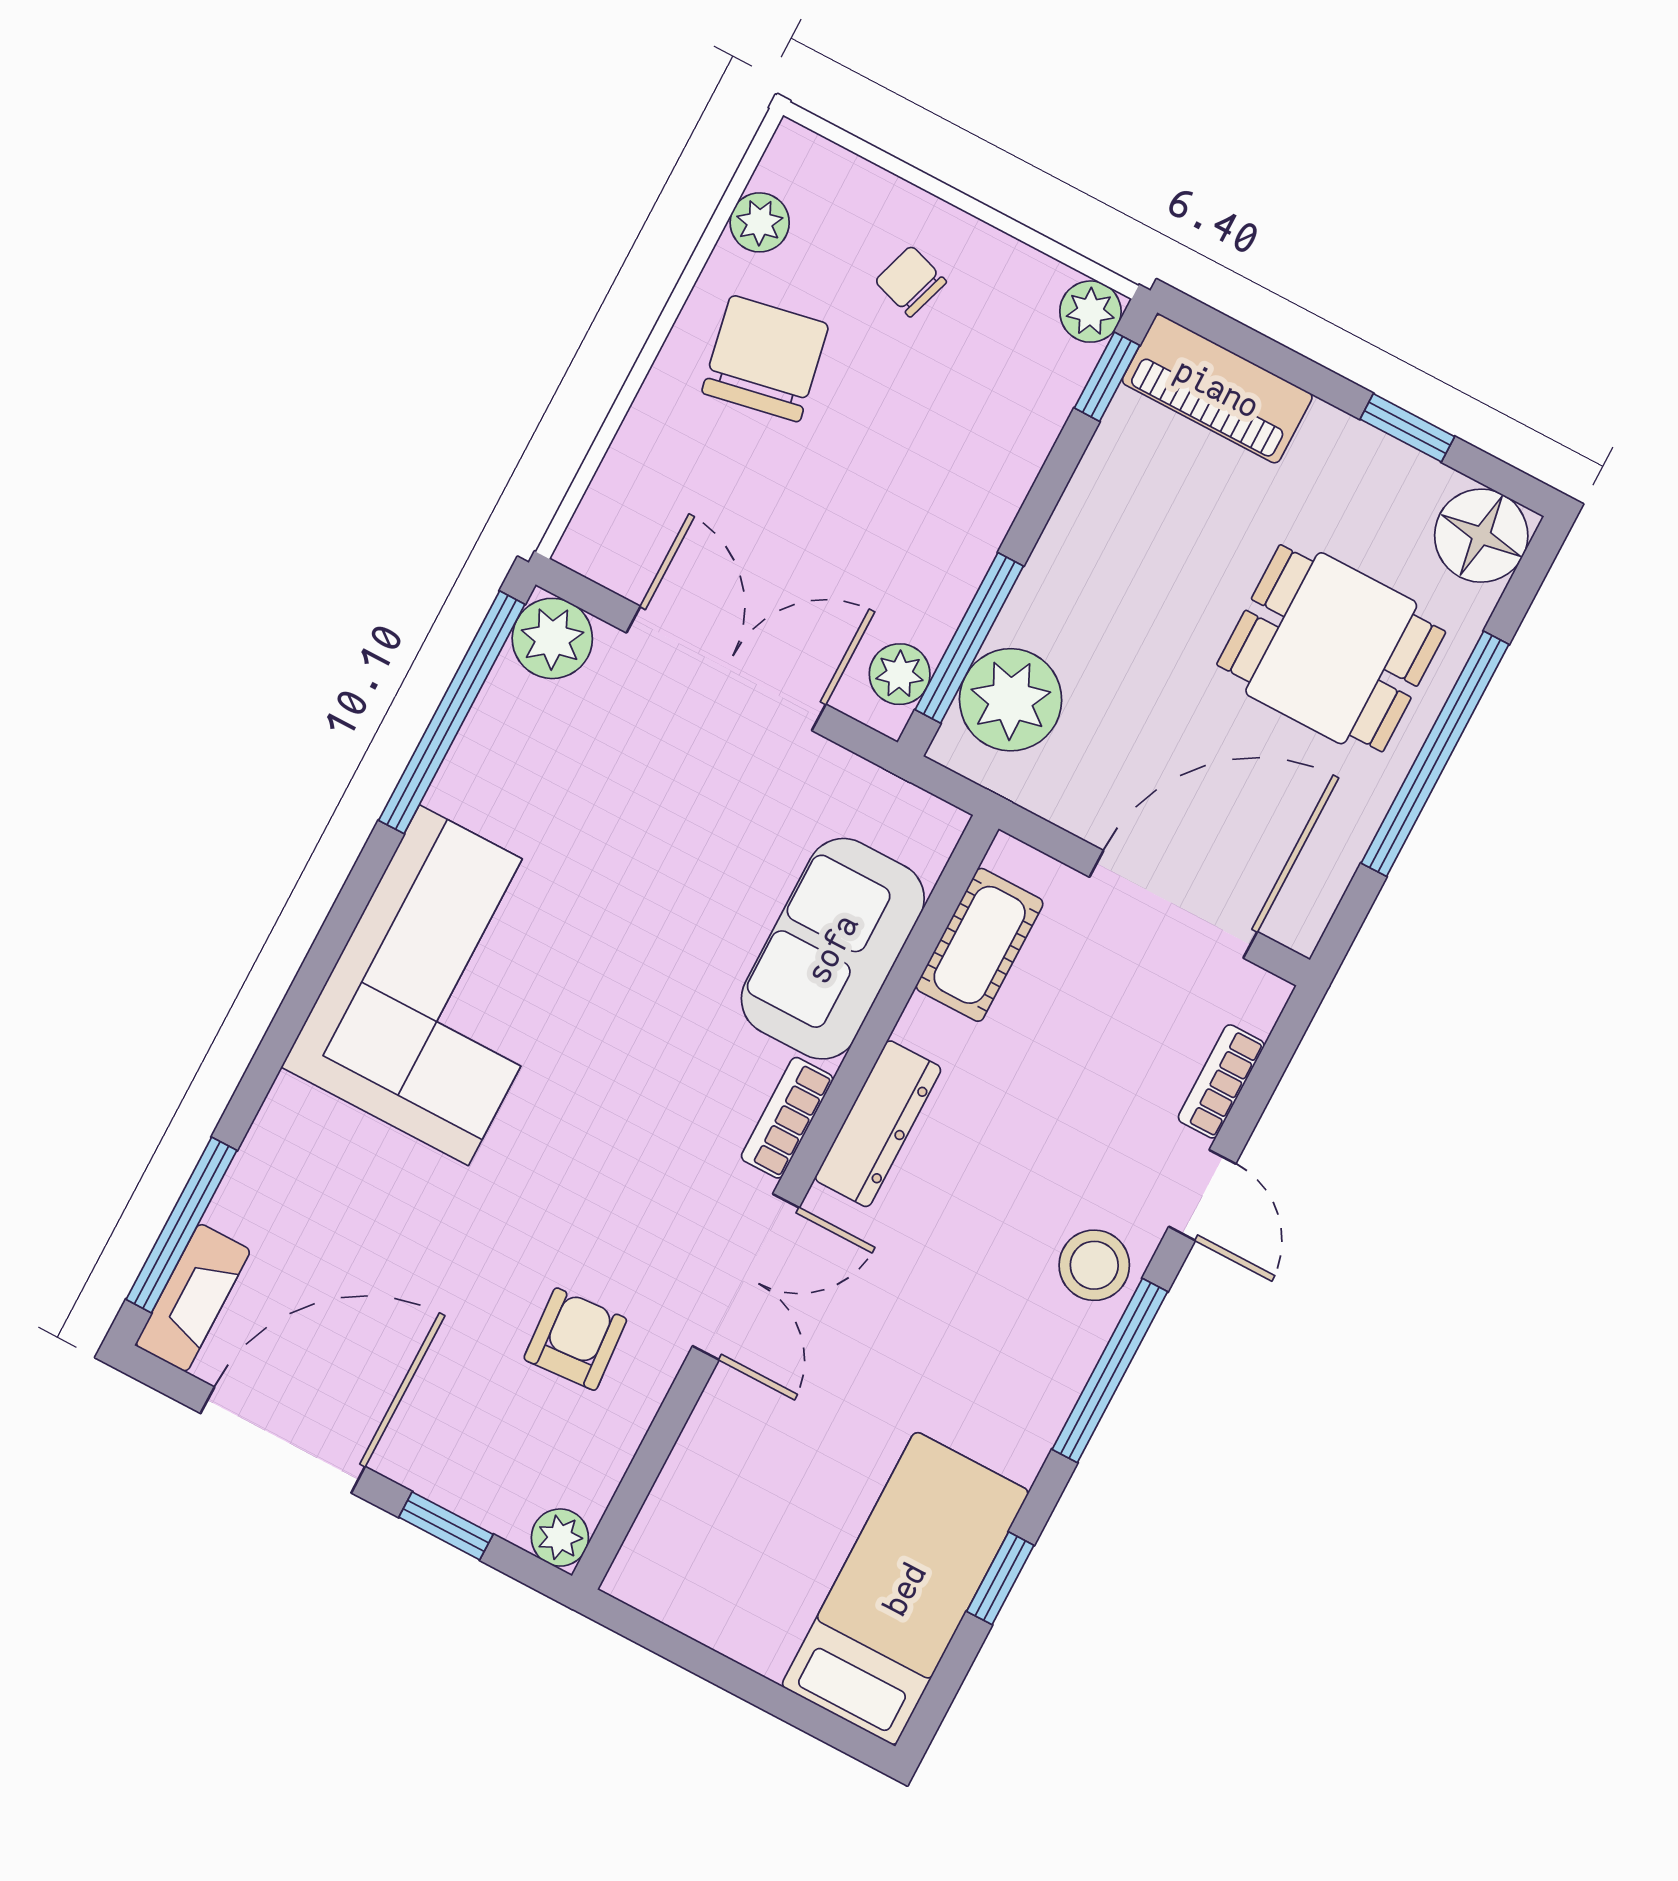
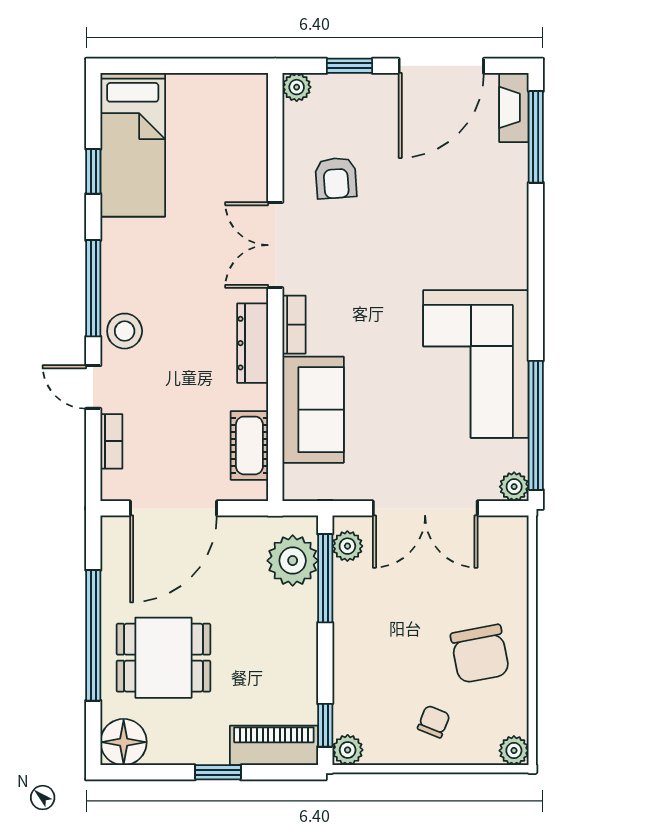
plant: (760, 222) -> (514, 751), moved
chair: (911, 281) -> (434, 722), turned -86
window: (1407, 428) -> (218, 772), moved
plant: (552, 638) -> (514, 487), width x0.73, depth x0.73
corner sofa: (444, 985) -> (476, 364), moved

